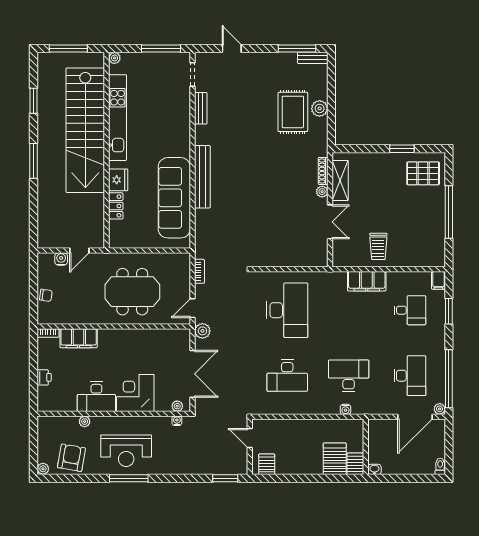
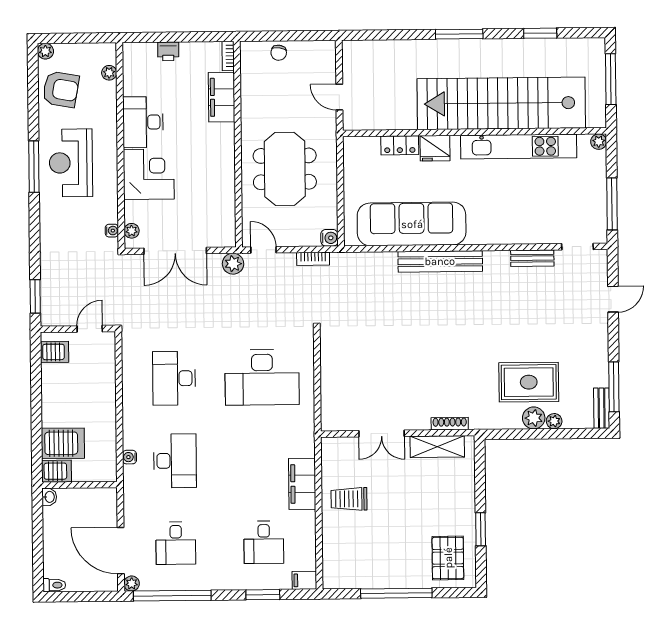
plant: (322, 192) -> (554, 421), moved
water cooler: (61, 259) -> (329, 238), moved
desk: (410, 376) -> (176, 543), width x0.73
plant: (85, 422) -> (109, 73), moved

